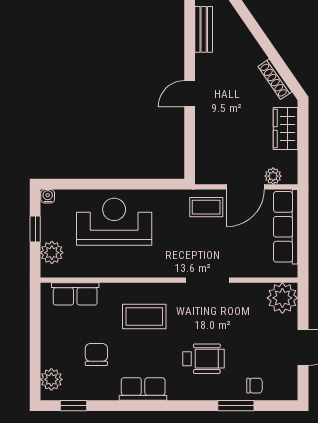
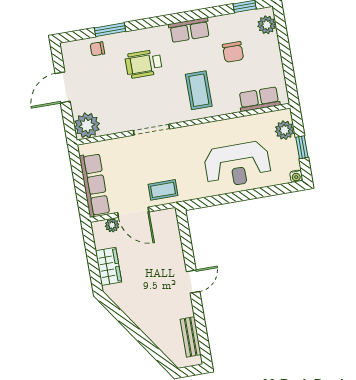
shoe rack: (275, 79) -> (124, 306), removed
door: (245, 187) -> (133, 212), swing flipped
coffee table: (144, 317) -> (199, 90), turned 90

